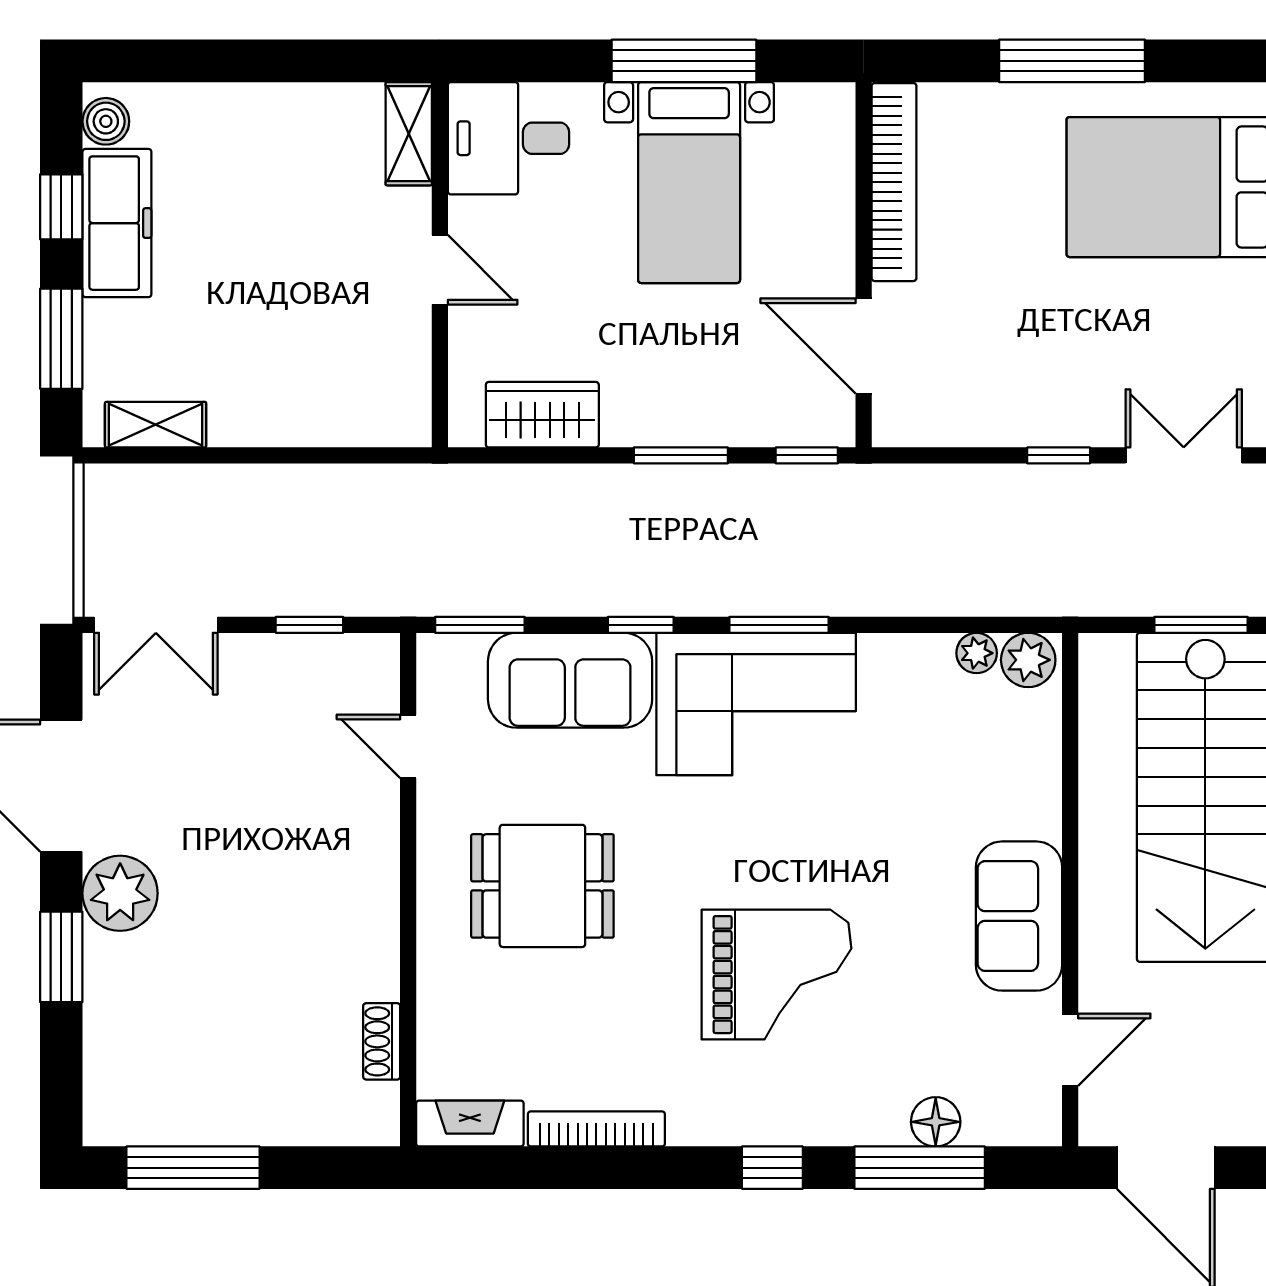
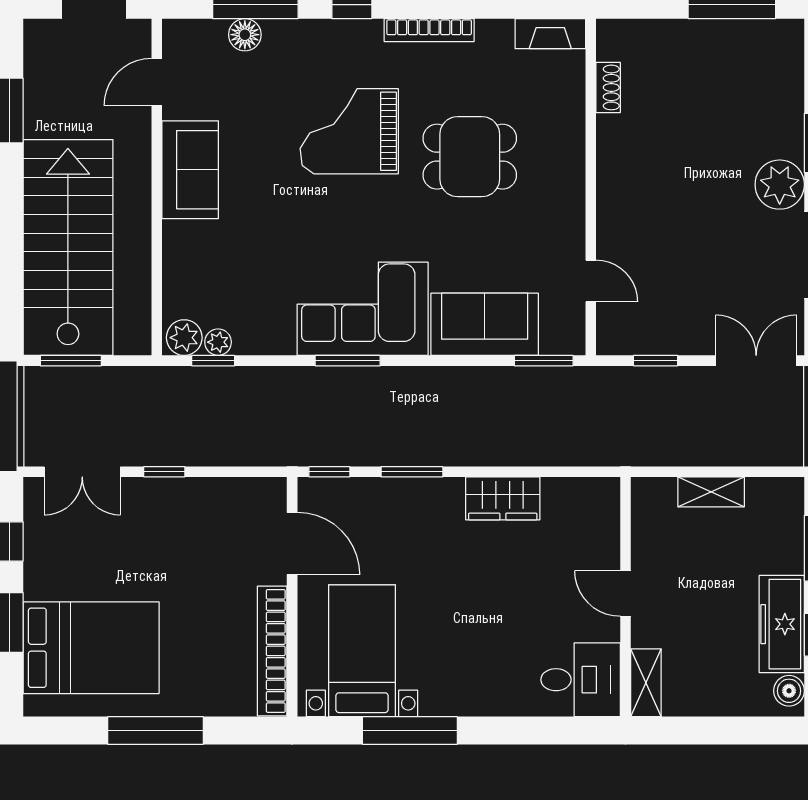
shelving: (409, 134) -> (646, 683), moved
desk: (508, 138) -> (581, 680), moved
bed with nightstands: (689, 183) -> (362, 651), moved
wall: (440, 265) -> (625, 597), moved
door: (440, 270) -> (625, 593), moved
shelving: (156, 425) -> (711, 492), moved
window: (641, 625) -> (213, 361), moved
dining table: (542, 886) -> (470, 157), moved
bookcase: (596, 1129) -> (429, 30), moved

